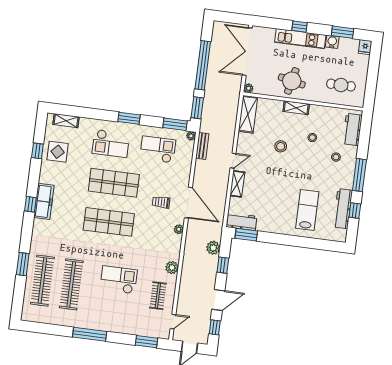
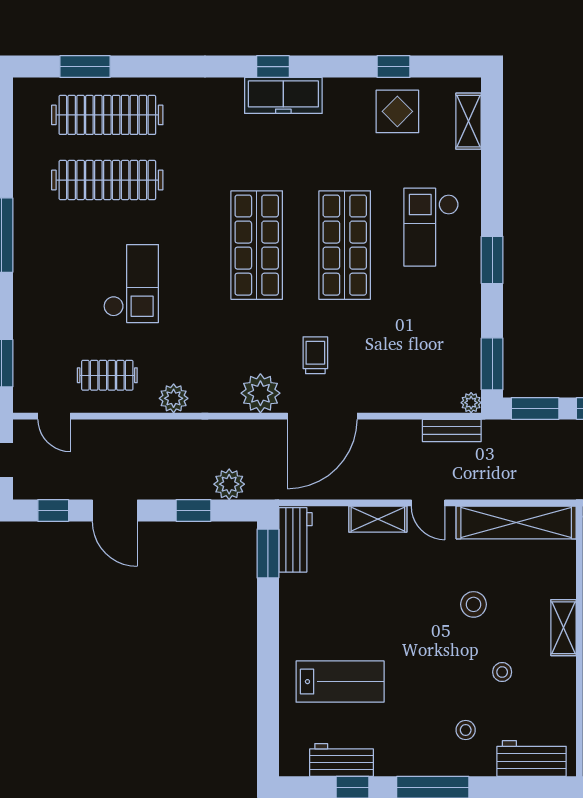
shelving: (248, 114) -> (516, 522), width x1.47
checkout: (158, 149) -> (431, 333), removed
workbench: (343, 209) -> (342, 760), width x0.73
plant: (179, 229) -> (260, 393), width x1.88, depth x1.88
window: (23, 264) -> (85, 67), moved

